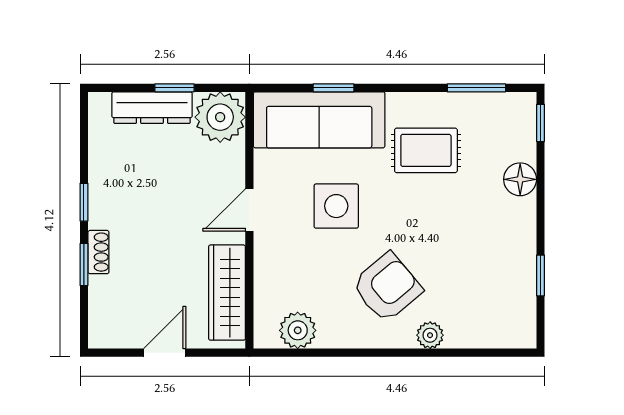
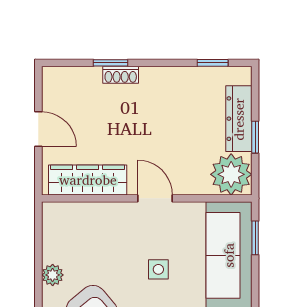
window: (333, 88) -> (255, 238), moved
window: (84, 202) -> (213, 63), moved
side table: (336, 206) -> (158, 269), width x0.54, depth x0.54
plant: (298, 330) -> (53, 275), moved, width x0.73, depth x0.73

